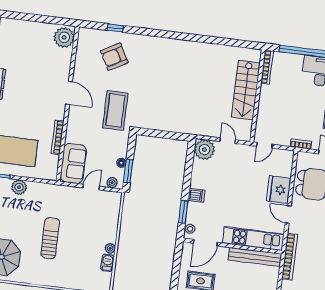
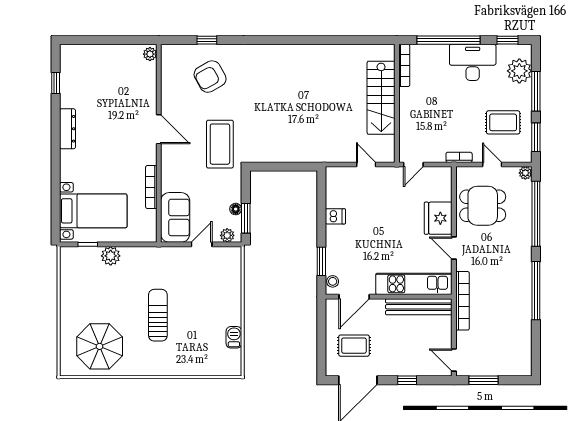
plant: (64, 37) -> (150, 54), width x0.53, depth x0.53
plant: (204, 150) -> (338, 179), removed
dishwasher: (196, 195) -> (335, 216), moved
plant: (110, 248) -> (235, 319), removed

